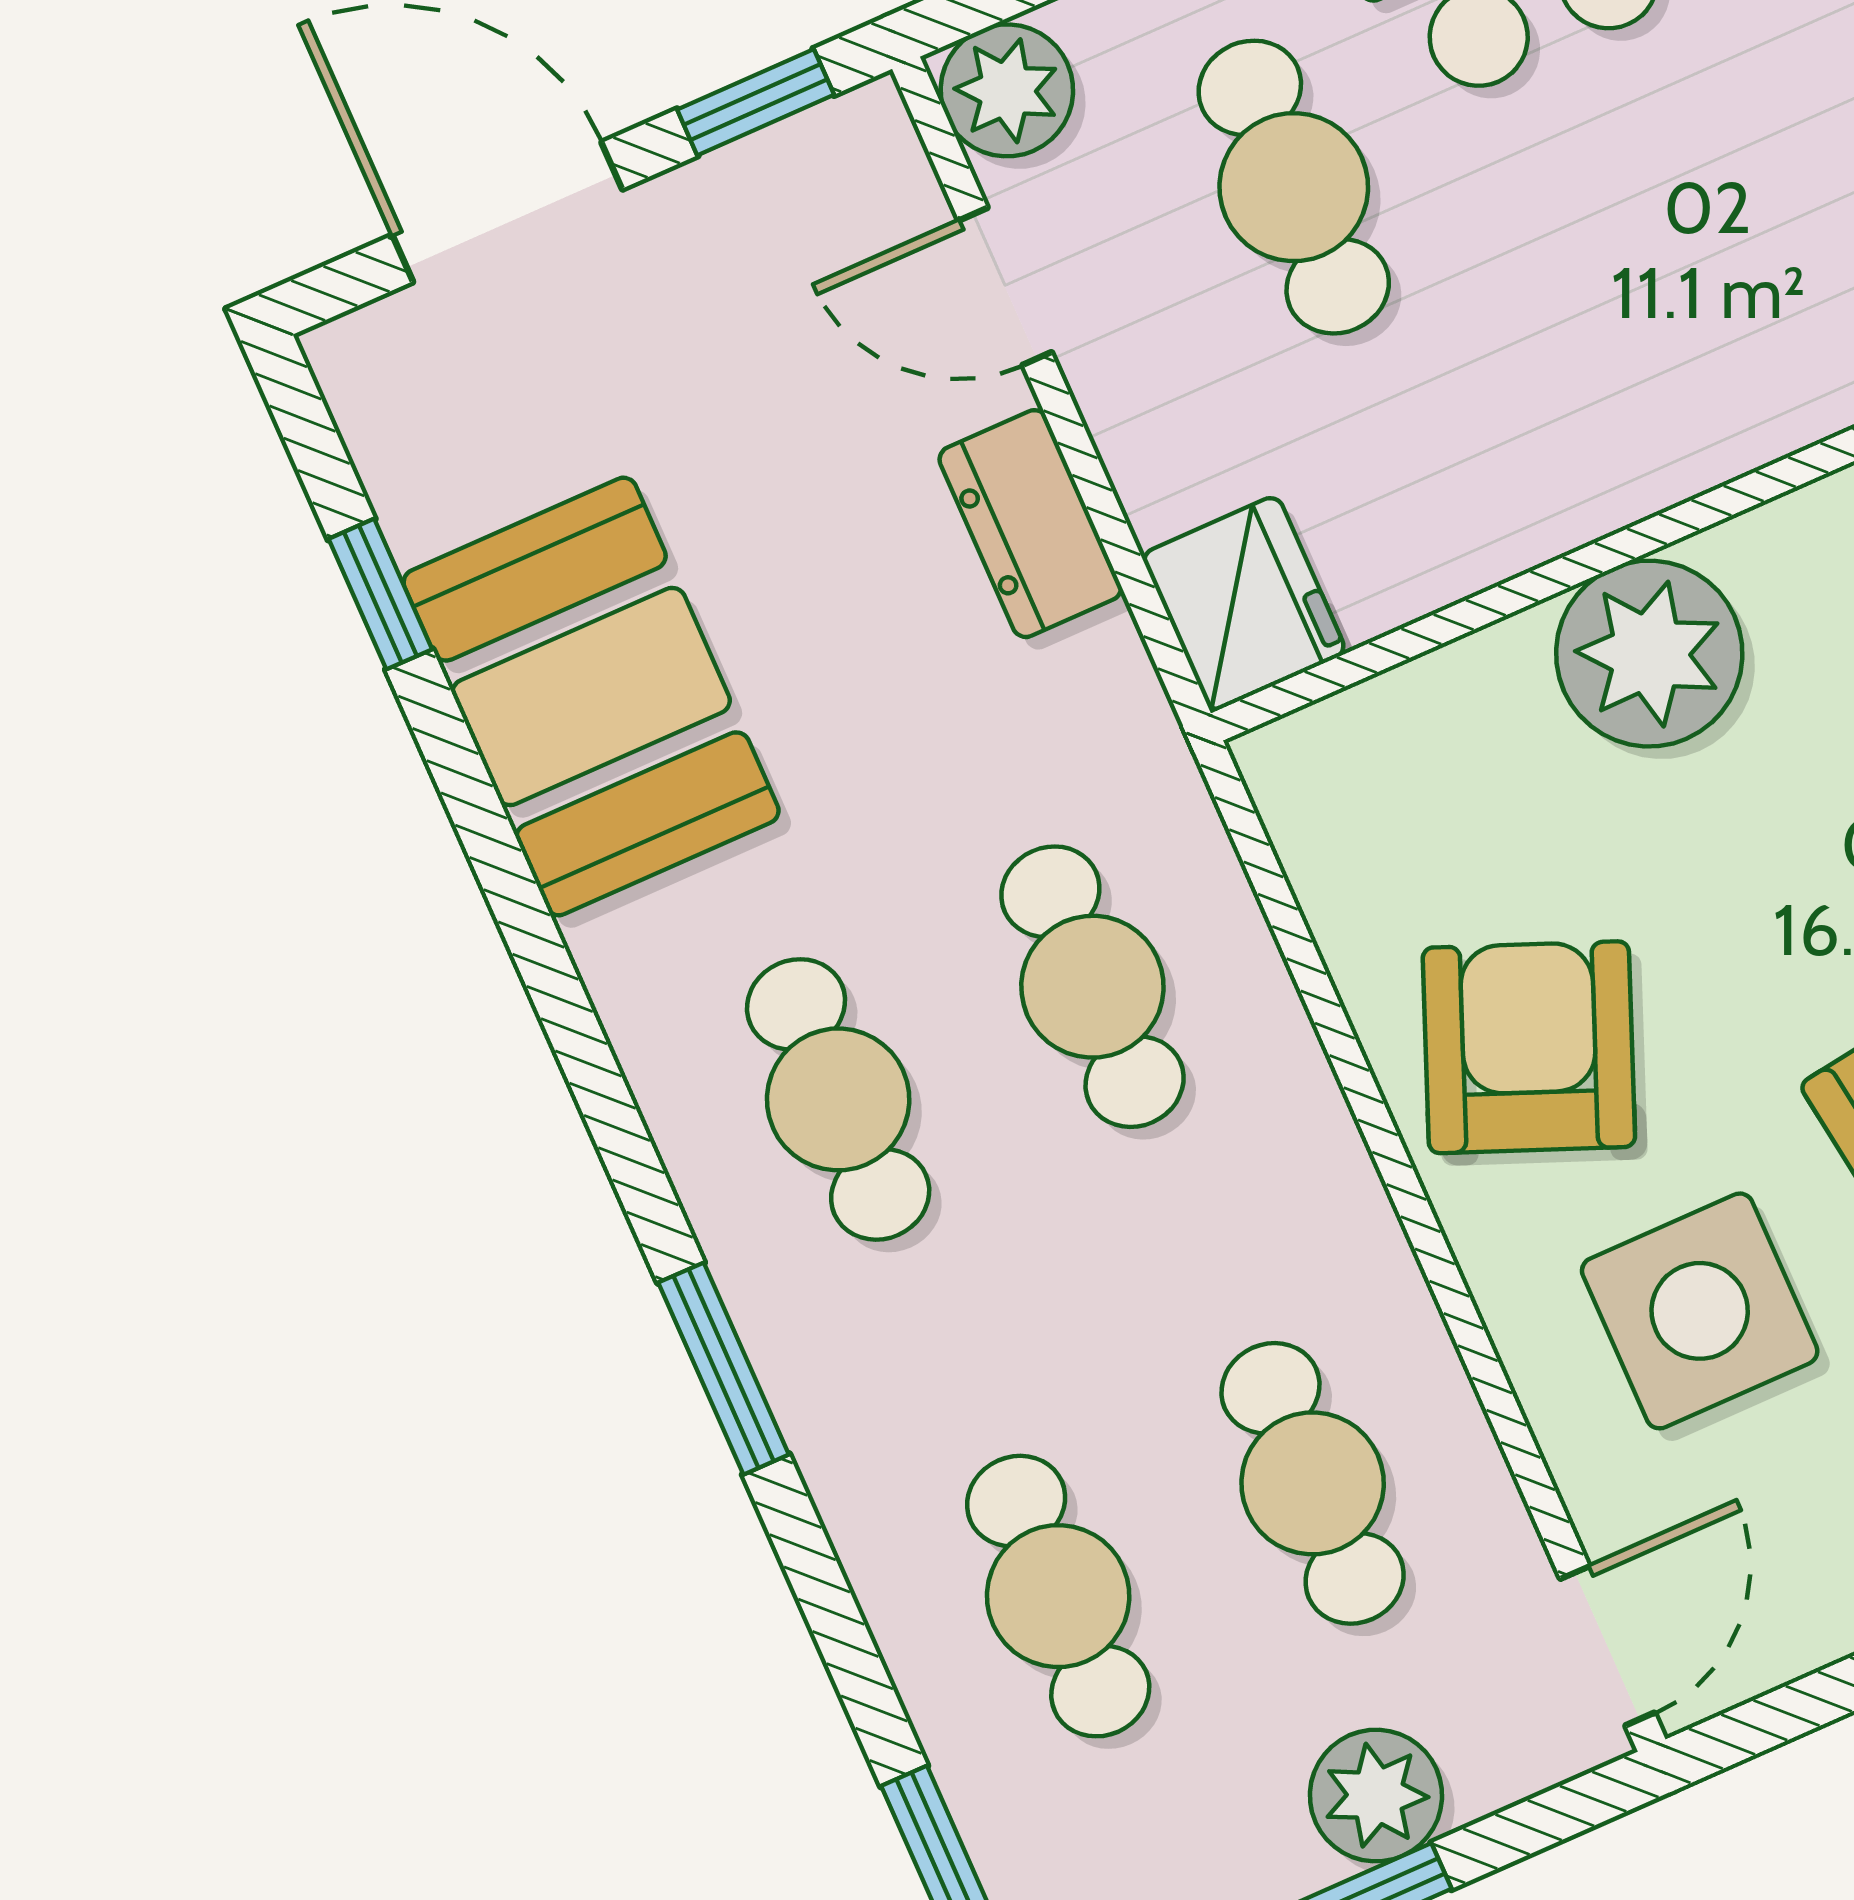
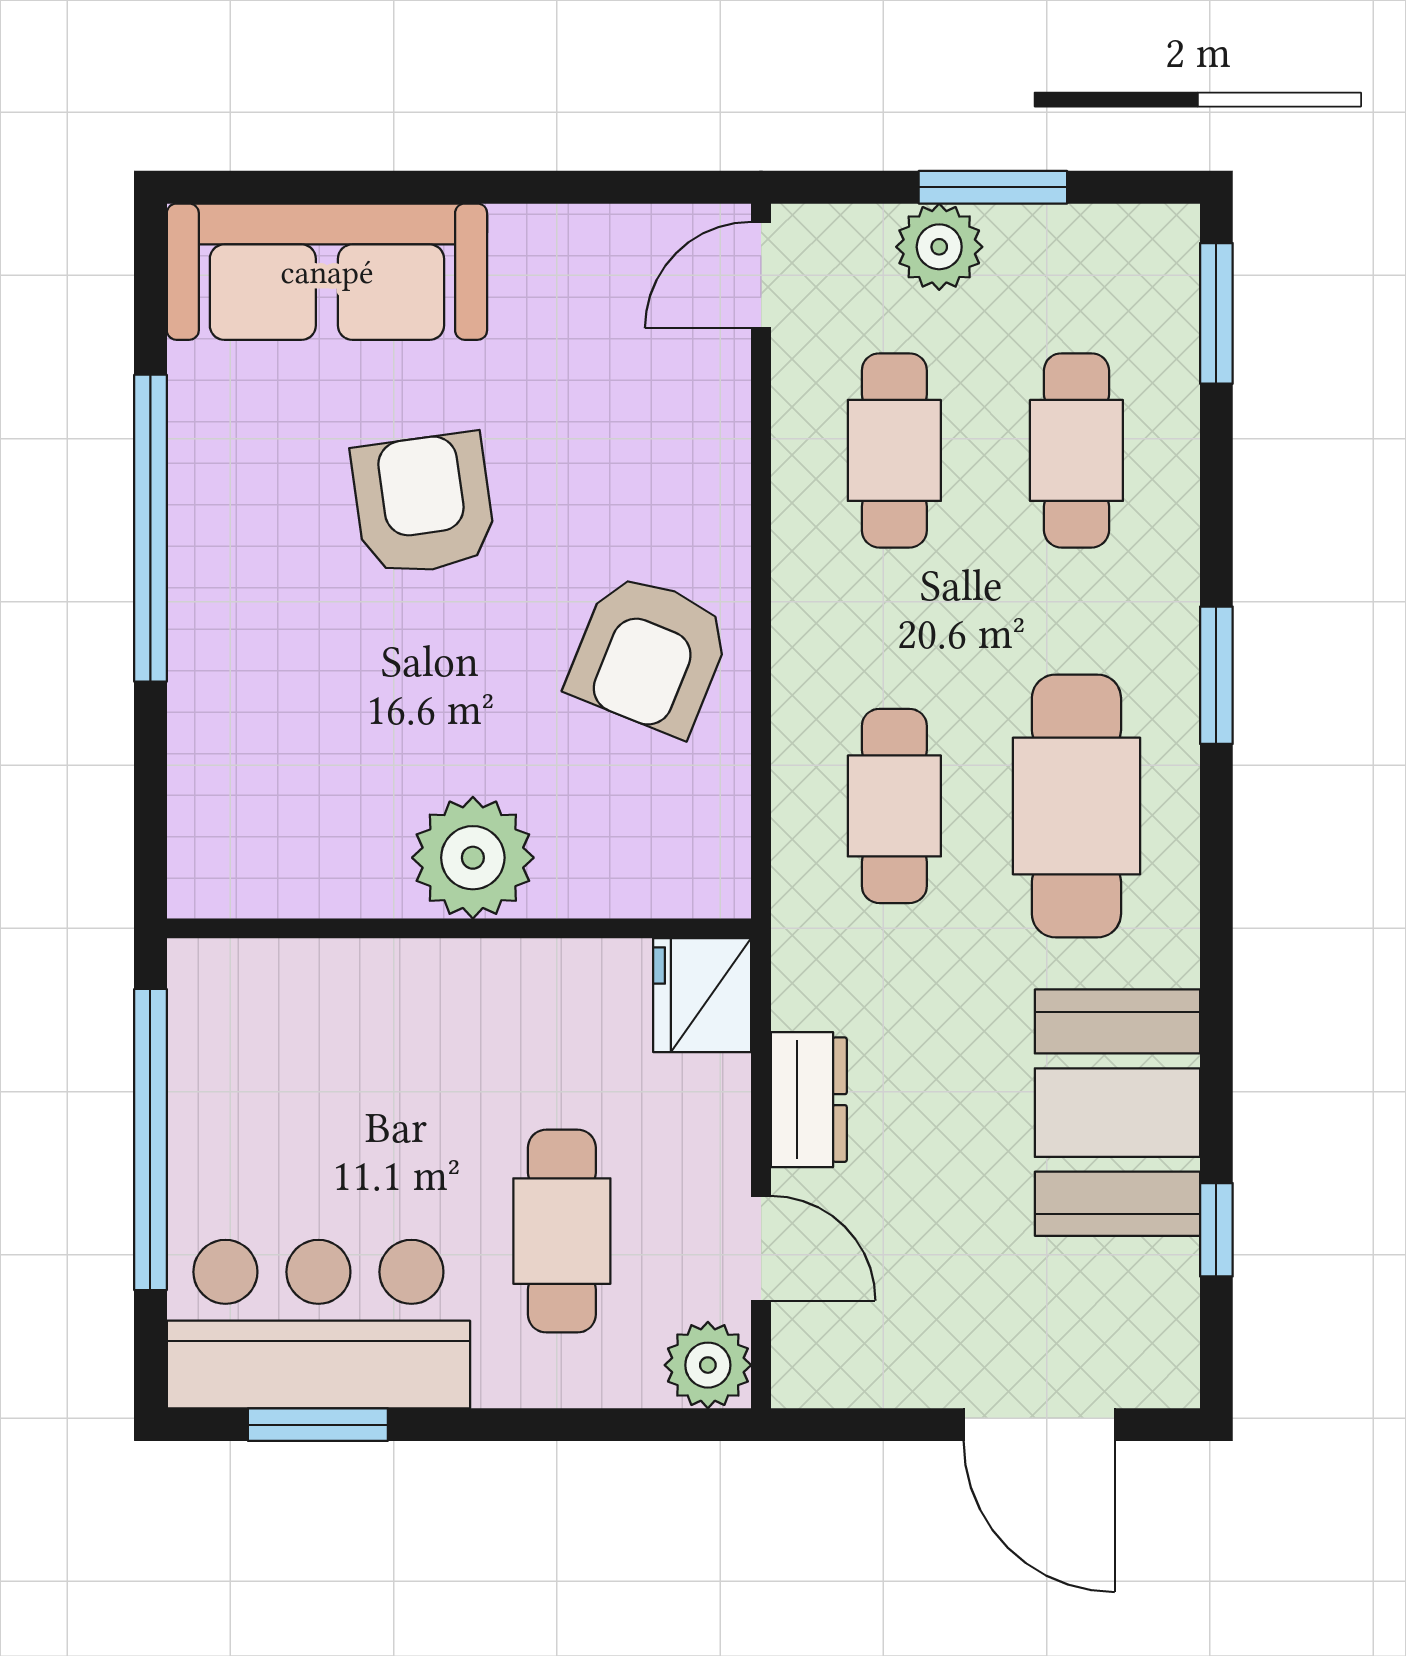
window: (756, 102) -> (861, 1425), removed
cafe table: (838, 1099) -> (1076, 806), width x1.37, depth x1.35
side table: (1700, 1311) -> (617, 451), removed

